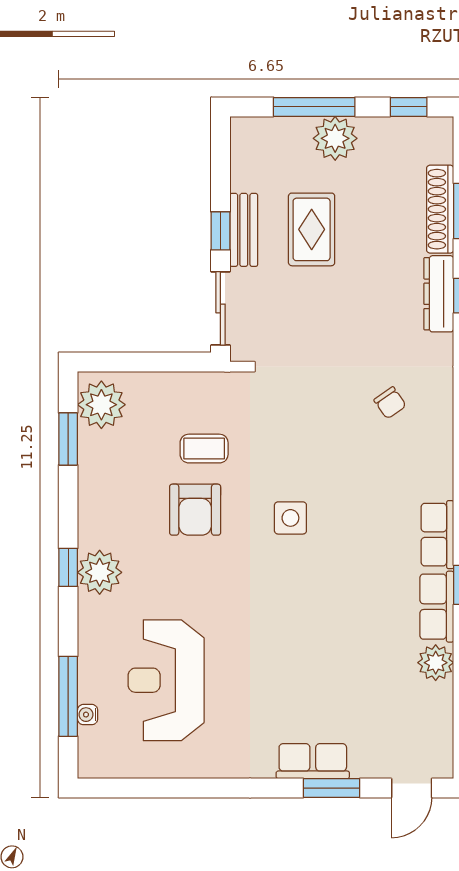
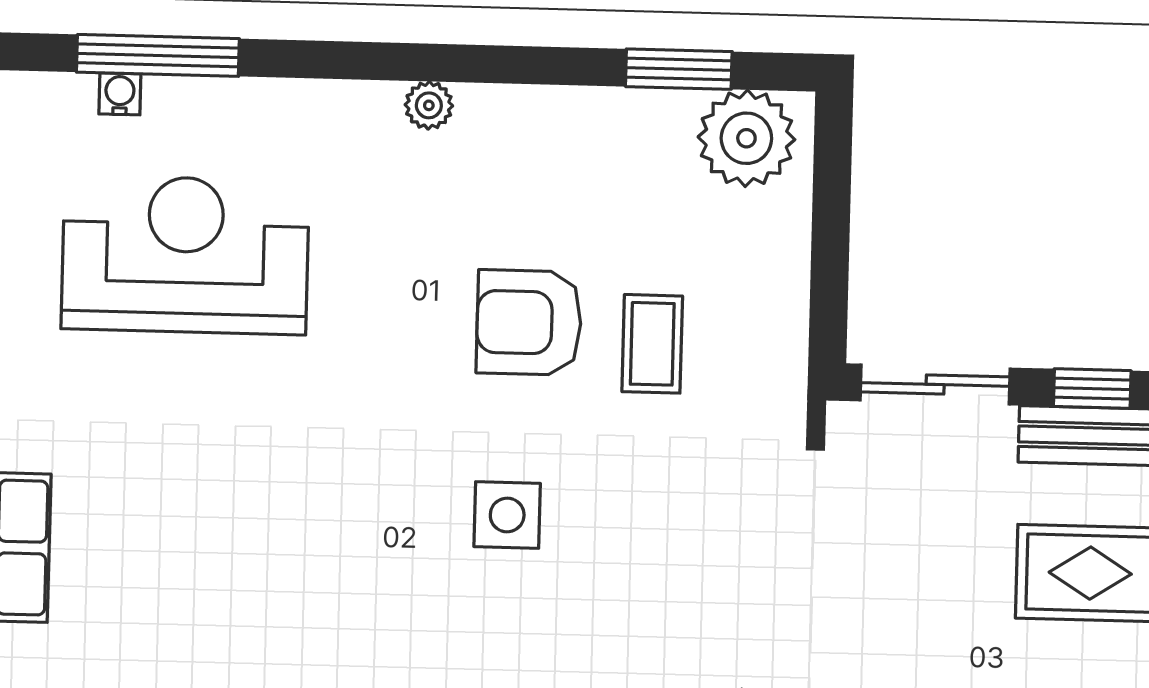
window: (68, 567) -> (419, 62), removed
plant: (100, 572) -> (429, 105), width x0.53, depth x0.53

